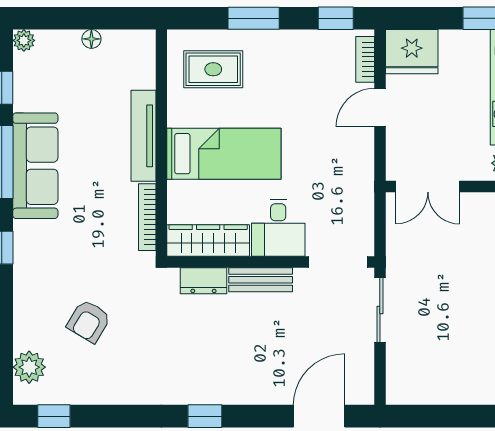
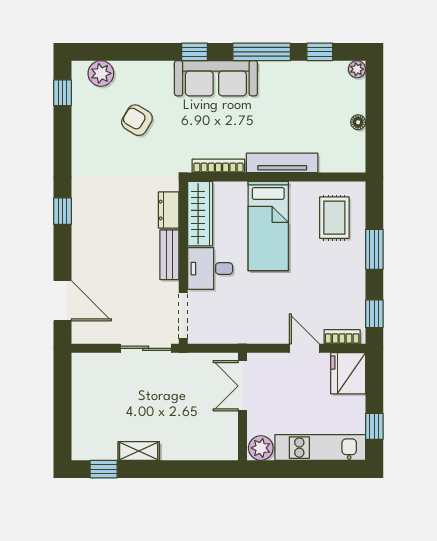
sofa: (35, 166) -> (216, 78), moved

